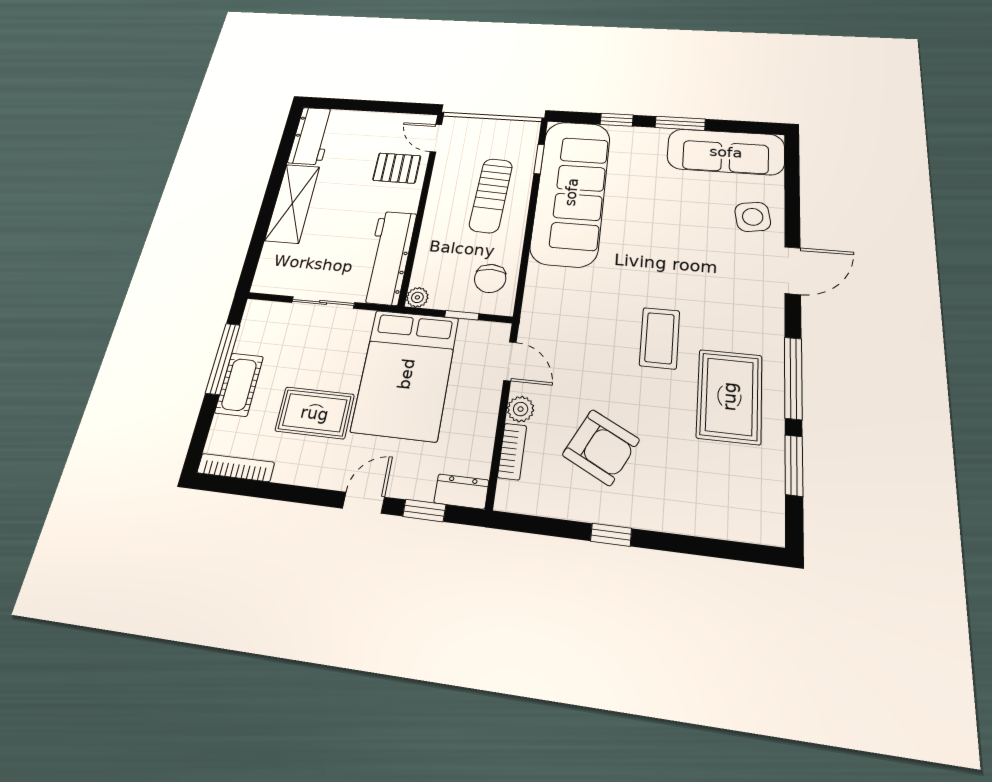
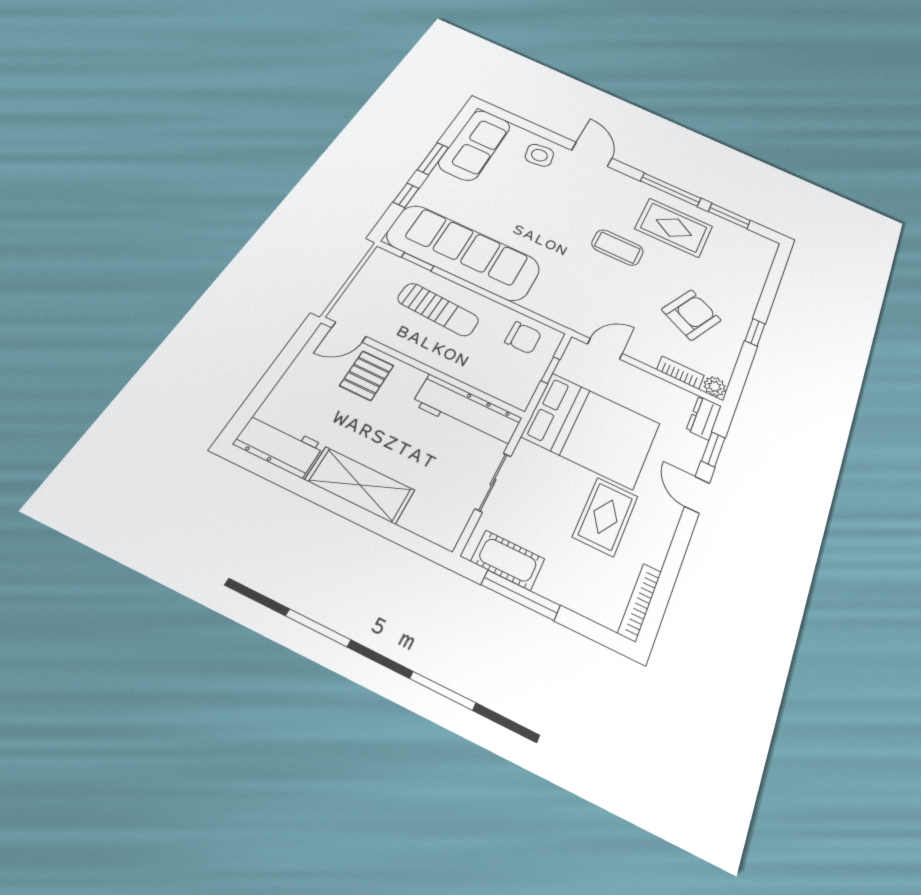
plant: (417, 297) -> (520, 399), removed
cot: (239, 385) -> (508, 560), moved
plant: (521, 409) -> (715, 386), moved

